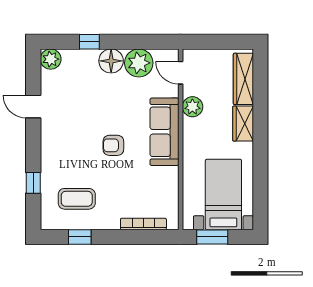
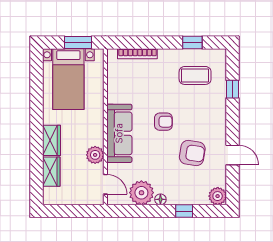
floor lamp: (111, 61) -> (160, 199), width x0.53, depth x0.53
wardrobe: (243, 79) -> (51, 172), width x0.67
armchair: (80, 109) -> (192, 153), added

